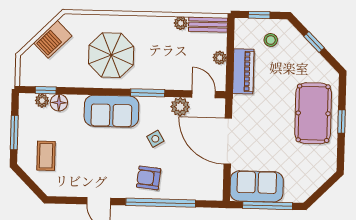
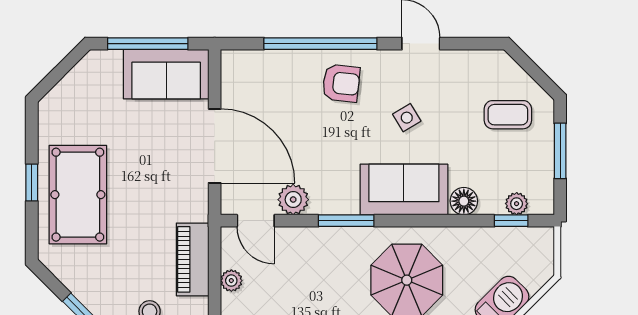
floor lamp: (59, 103) -> (464, 201), moved
side table: (155, 139) -> (407, 118), moved
coffee table: (46, 156) -> (508, 115), turned 90

